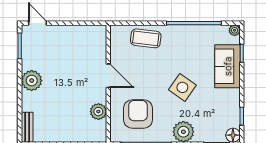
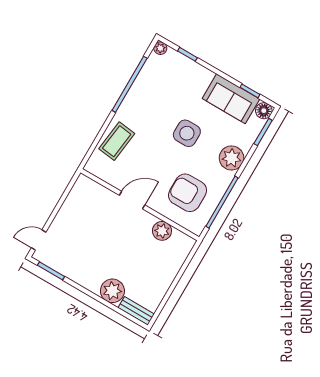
sofa: (228, 66) -> (231, 99), moved
plant: (32, 81) -> (112, 291), moved
side table: (182, 87) -> (187, 133), turned -35

